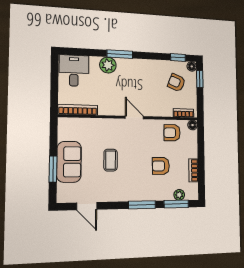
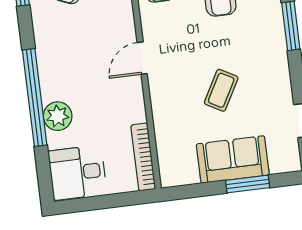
window: (120, 54) -> (35, 98), width x2.11
coffee table: (111, 160) -> (221, 90), turned -61

